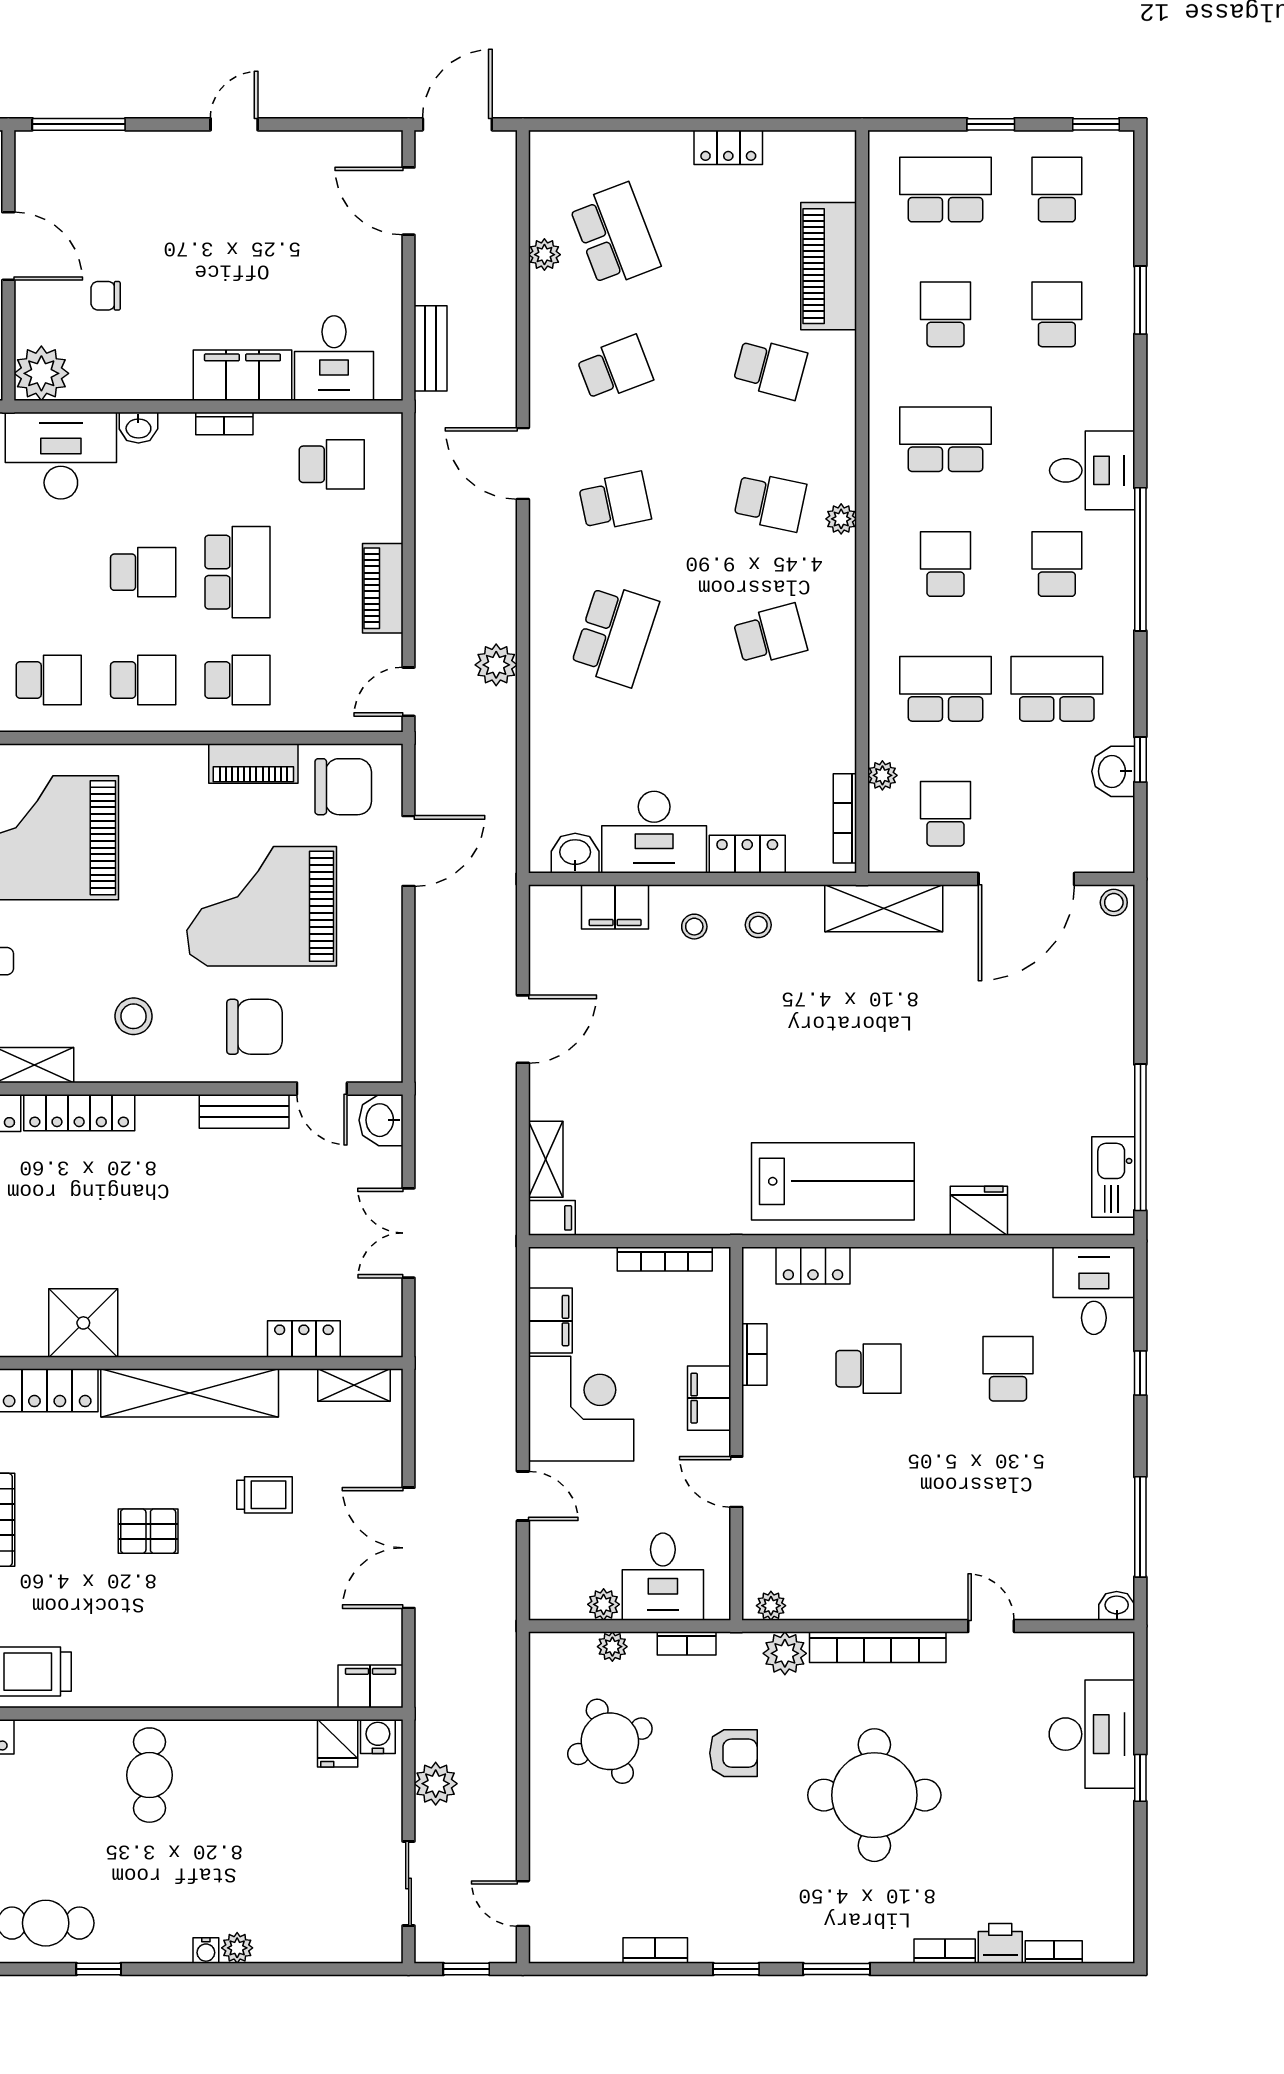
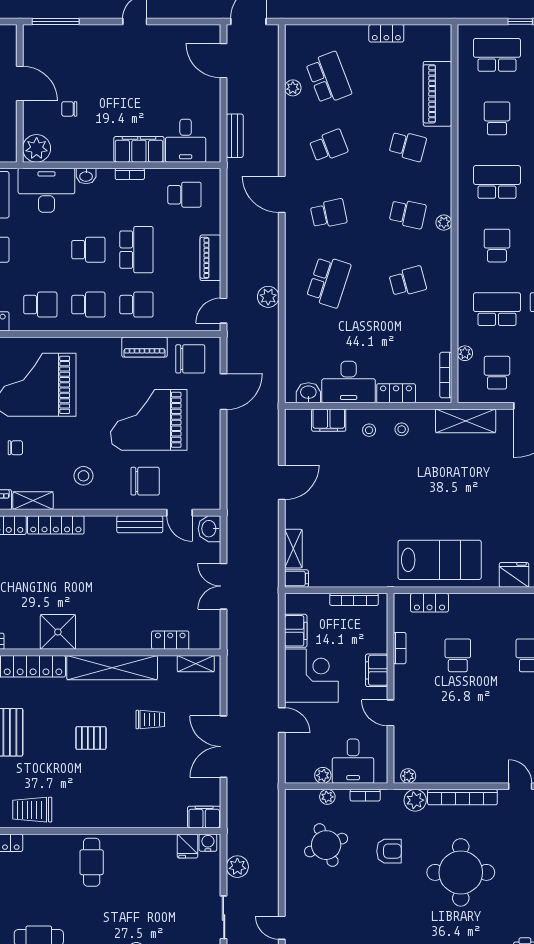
school desk: (869, 1369) -> (458, 655), turned -90

